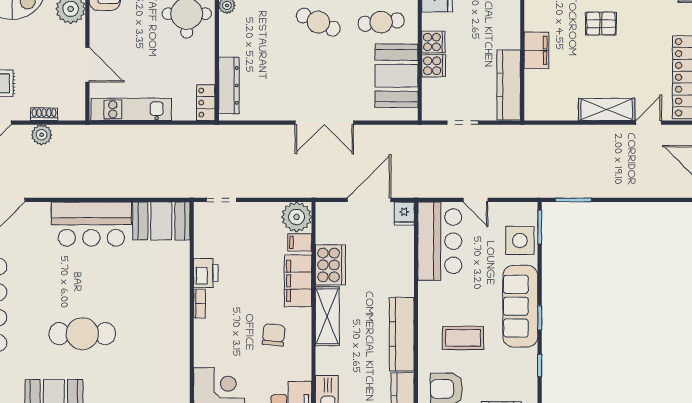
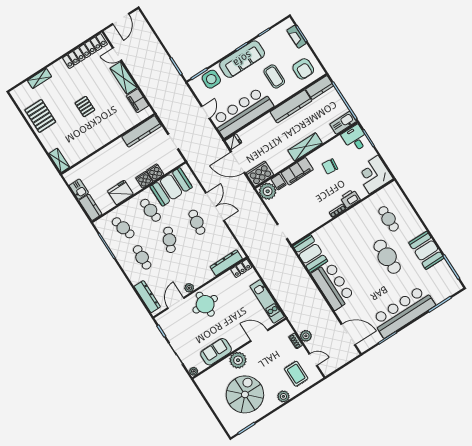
filing cabinet: (536, 50) -> (138, 101), moved, turned -90
door: (87, 65) -> (259, 335), hinge flipped
cafe table: (318, 80) -> (197, 222), added
bar counter: (440, 241) -> (243, 112), width x1.36
cooker: (330, 265) -> (260, 174), moved
printer: (206, 273) -> (350, 199), moved
cafe table: (138, 372) -> (389, 219), added

